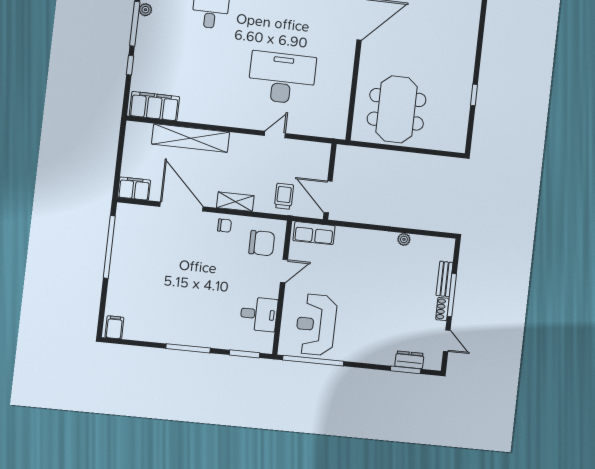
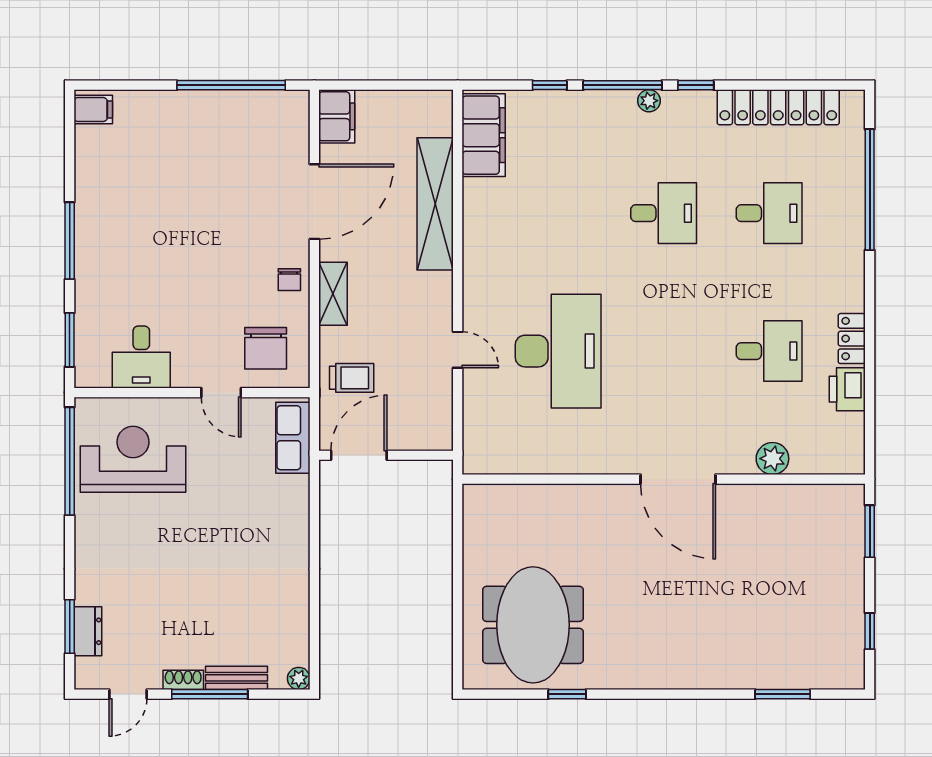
meeting table: (397, 109) -> (533, 625), moved, turned 90
plant: (404, 239) -> (299, 678), moved

